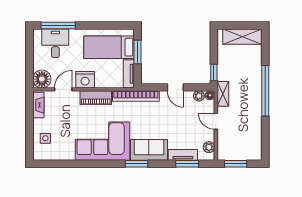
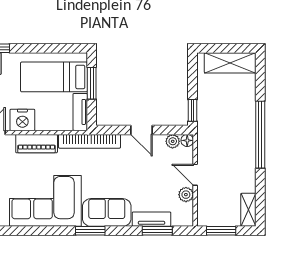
shelving: (223, 94) -> (248, 210), moved
plant: (209, 147) -> (186, 195), moved

